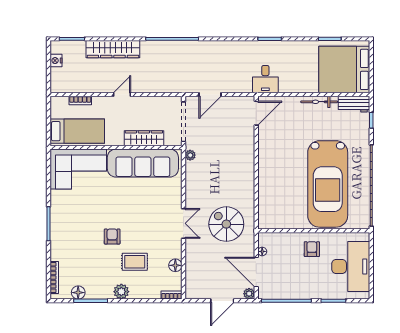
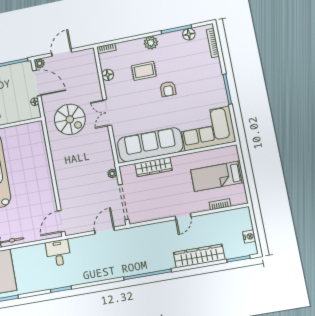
wardrobe: (144, 138) -> (153, 167), moved
wall: (116, 147) -> (177, 154), moved
sofa: (143, 163) -> (150, 145), moved
corner sofa: (78, 169) -> (207, 129), moved

